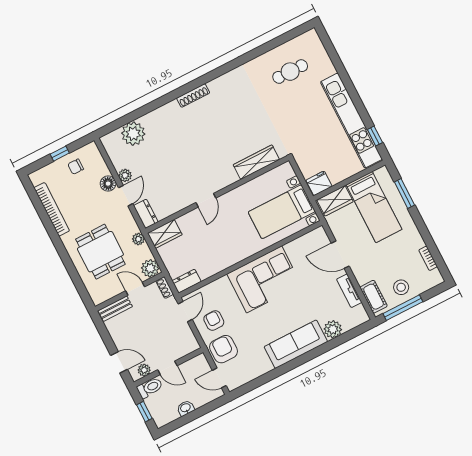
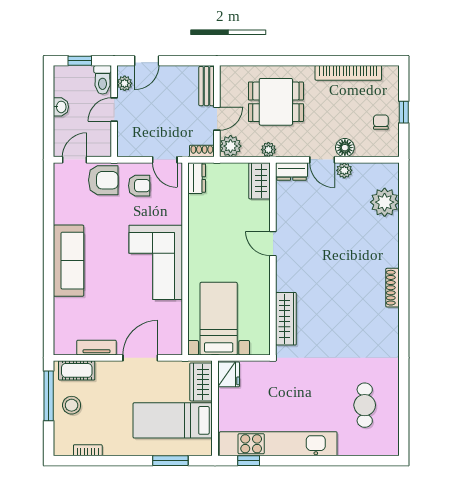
plant: (333, 329) -> (64, 309), removed

